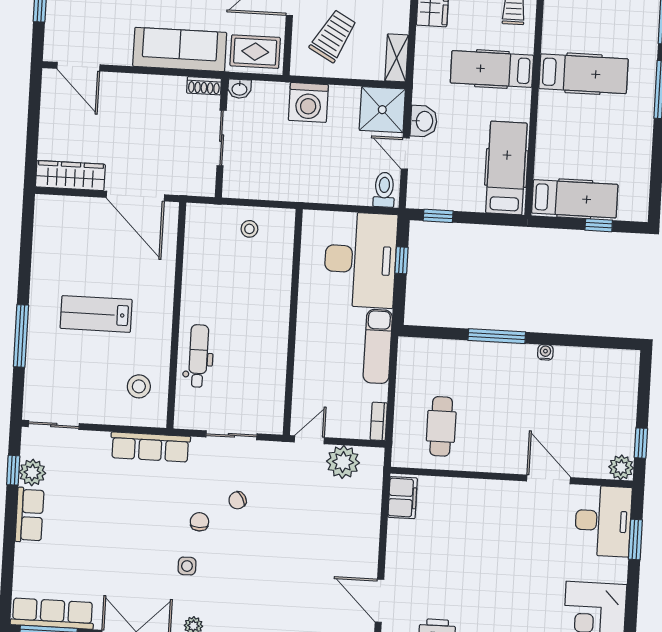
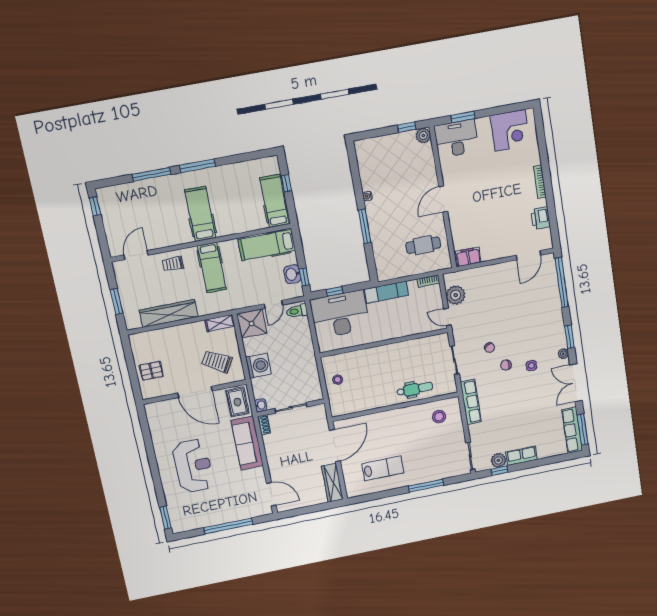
door: (78, 67) -> (271, 494), hinge flipped
washbasin: (424, 121) -> (292, 274), moved, turned -90
lab bench: (96, 314) -> (383, 468), moved, turned -90
dental chair: (198, 356) -> (415, 389), turned 180
door: (548, 479) -> (443, 199), moved

